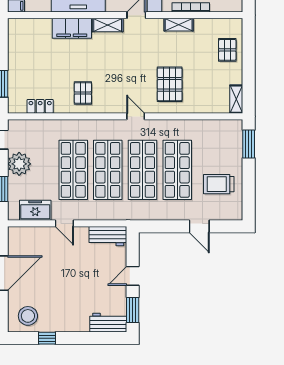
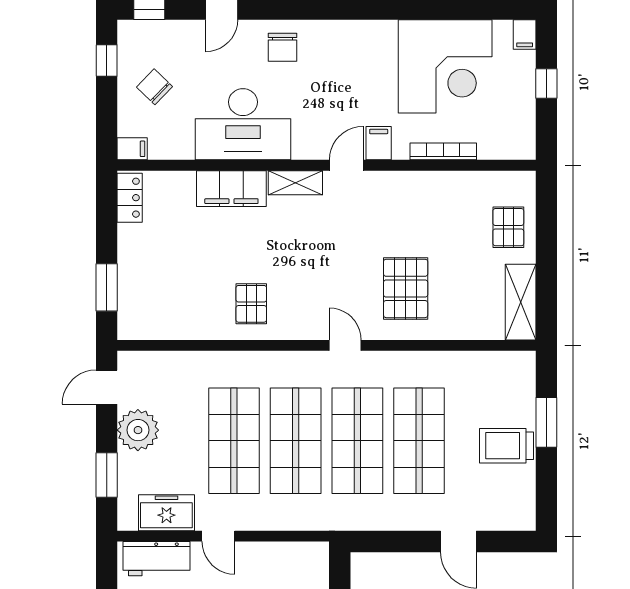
shelving: (179, 25) -> (422, 182), removed
shelving: (236, 99) -> (521, 302), width x1.50, depth x1.33
locker: (40, 106) -> (130, 198), moved, turned 90
window: (249, 144) -> (546, 422), moved
trolley: (219, 184) -> (506, 446), moved
workbench: (108, 236) -> (156, 559), moved

